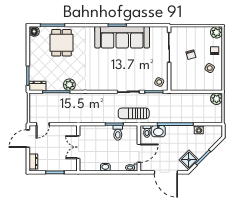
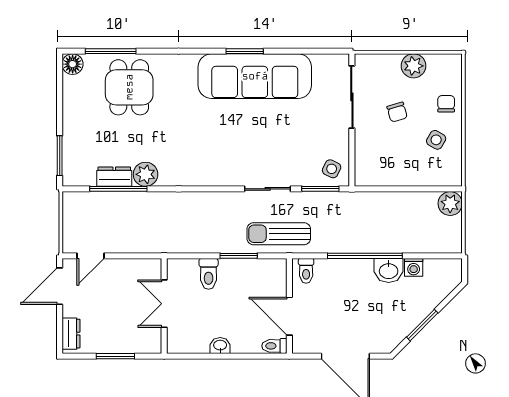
plant: (216, 32) -> (413, 66), moved
dresser: (38, 86) -> (114, 177), moved
washbasin: (158, 131) -> (389, 270), moved
toilet: (118, 133) -> (209, 274), moved
door: (139, 153) -> (289, 316), swing flipped
shower: (189, 160) -> (393, 330), removed

